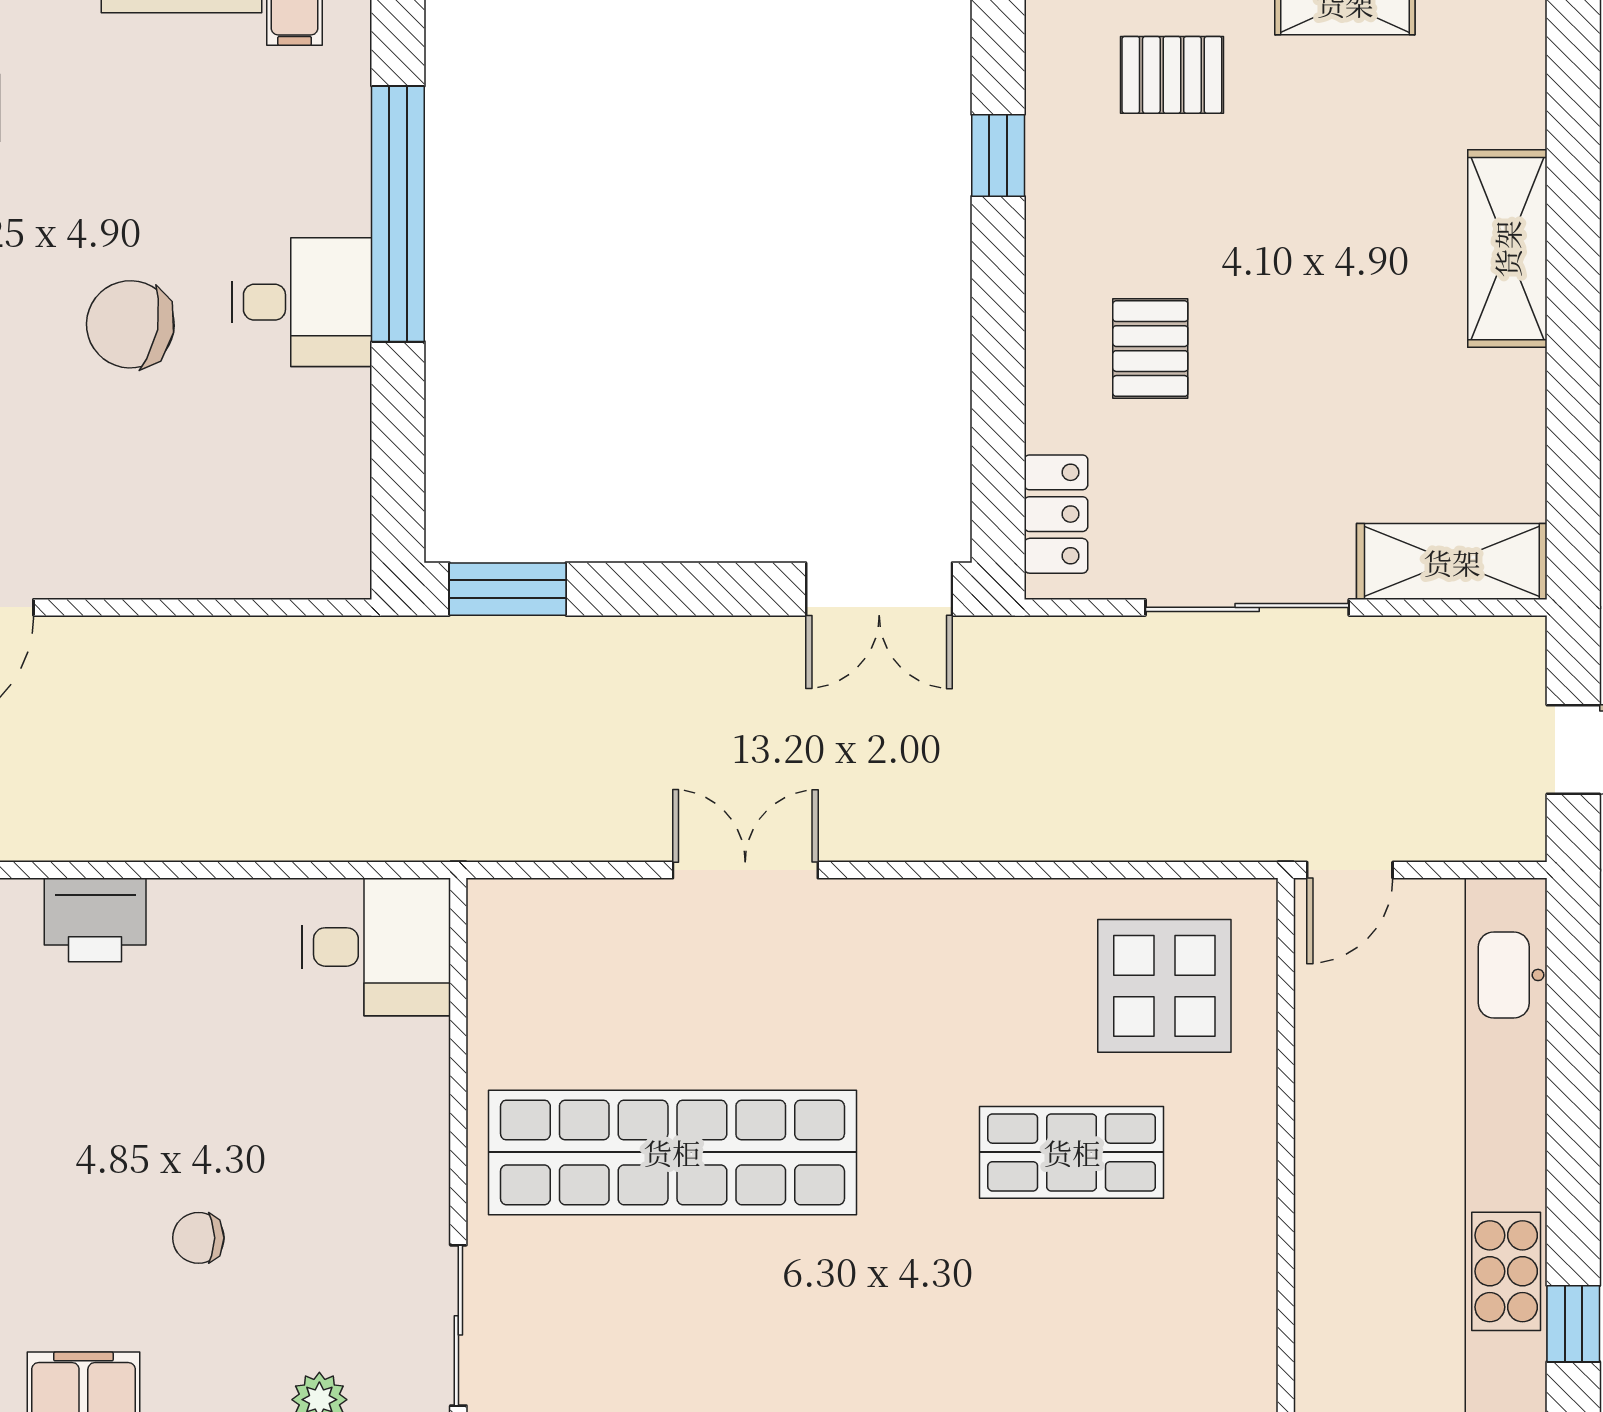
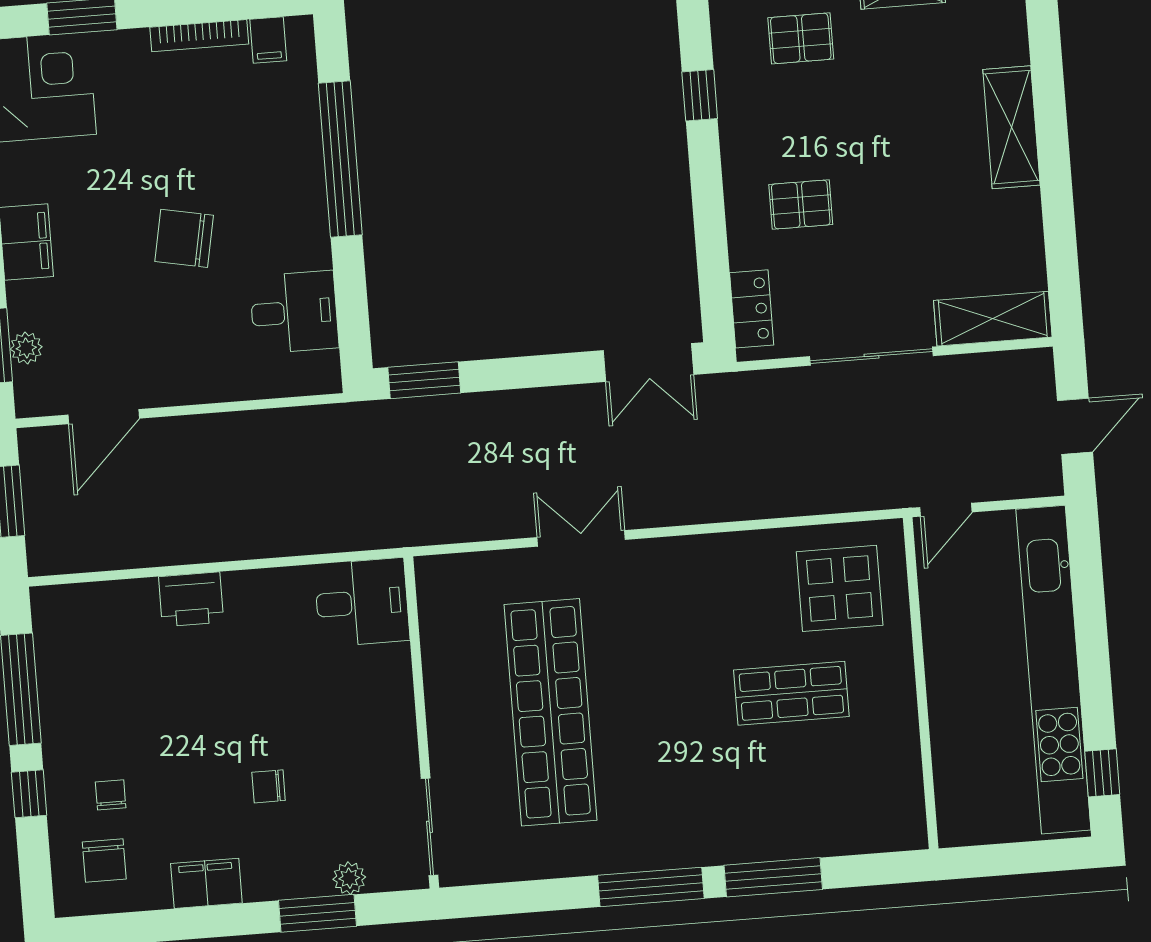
desk: (302, 302) -> (294, 312), moved
pallet: (1150, 349) -> (801, 205), turned 90
shop shelf: (672, 1152) -> (551, 712), turned 90

